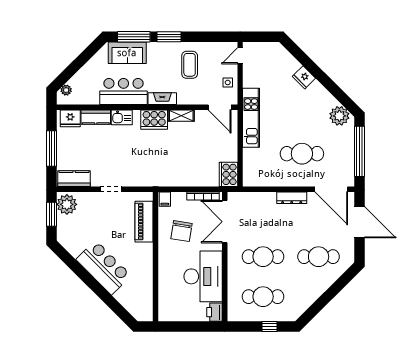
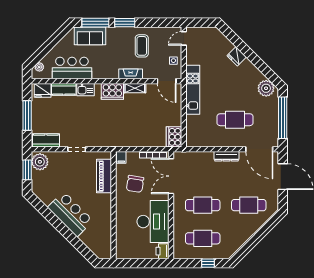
bar counter: (123, 92) -> (72, 68), moved
fireplace: (162, 99) -> (131, 74), moved

